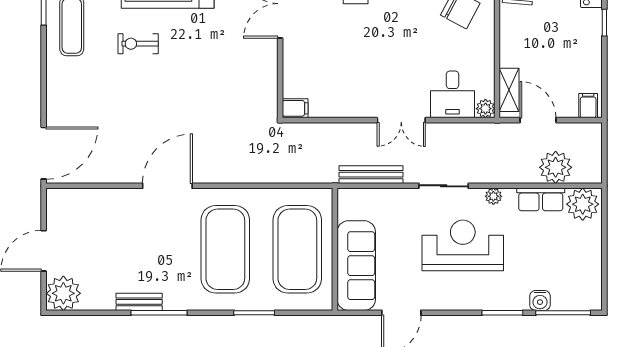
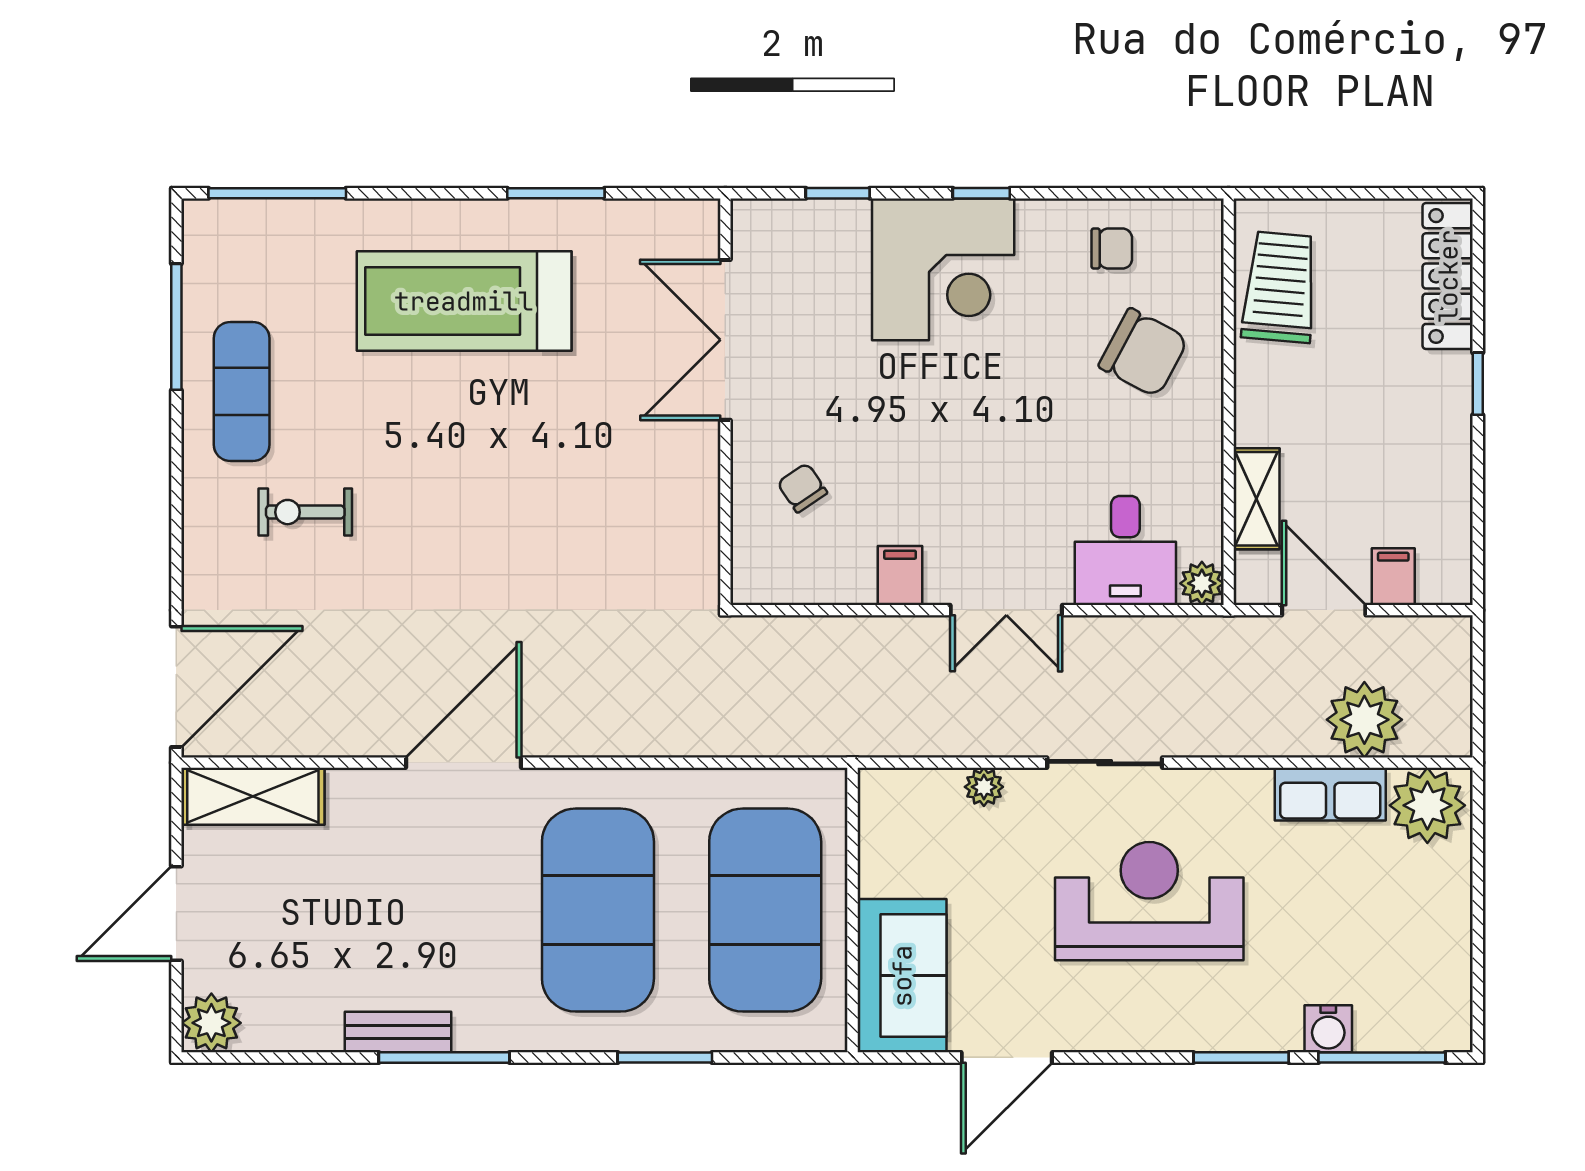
exercise bike: (138, 44) -> (305, 512), moved
chair: (313, 67) -> (802, 488), added
shelving: (509, 90) -> (1256, 499), moved
filing cabinet: (588, 106) -> (1393, 577), moved
filing cabinet: (295, 108) -> (900, 575), moved, turned -90
bench: (371, 175) -> (936, 737), removed
plant: (493, 196) -> (984, 787), moved
shelving: (77, 200) -> (253, 796), added
sofa: (356, 266) -> (902, 976), width x0.73
plant: (63, 293) -> (211, 1023), width x0.73, depth x0.73

